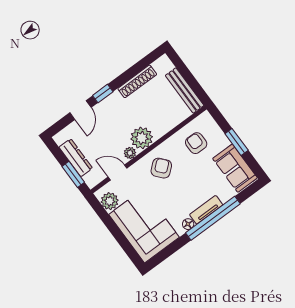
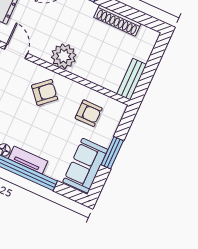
bench: (185, 91) -> (132, 79), width x0.73
armchair: (196, 143) -> (89, 113), turned 90
plant: (130, 153) -> (42, 53), removed

